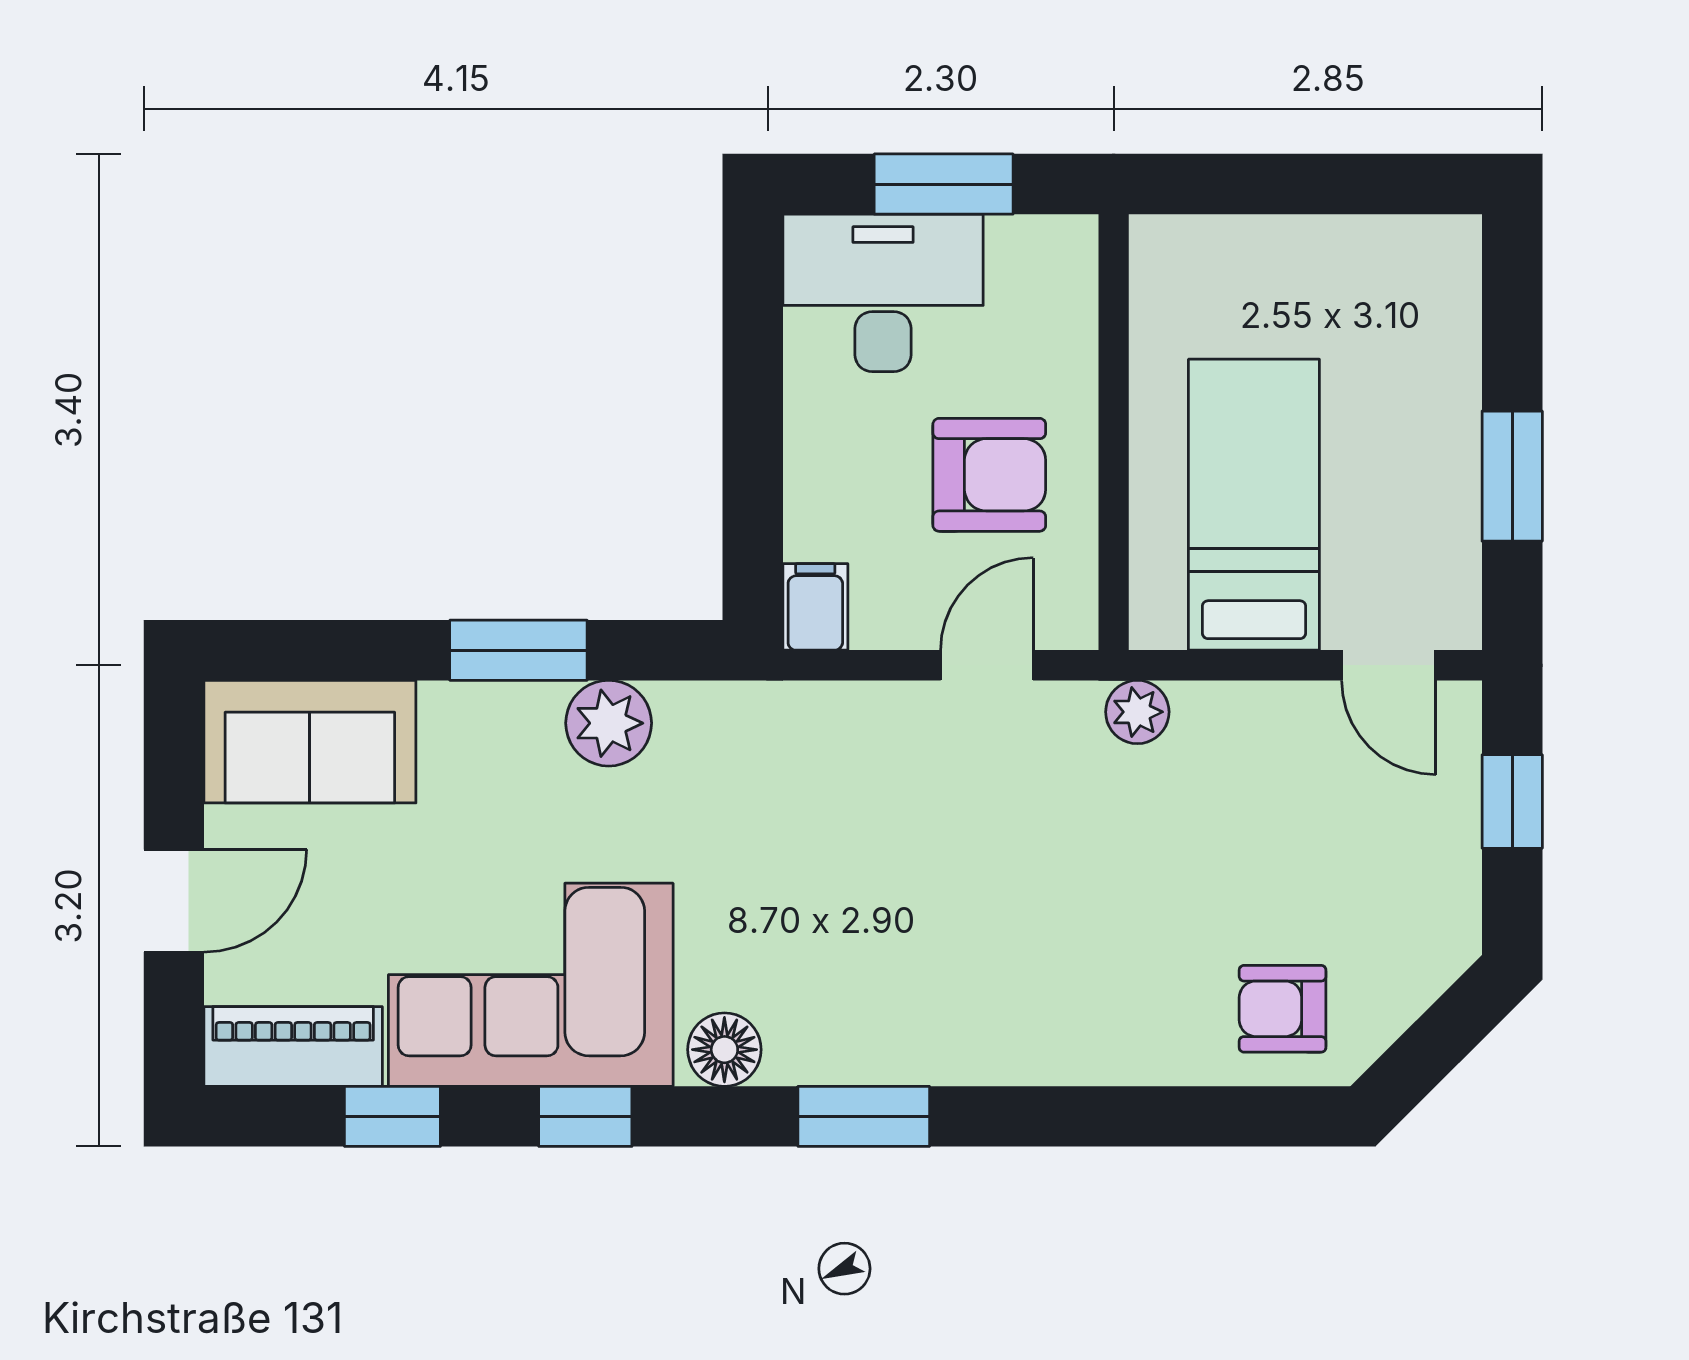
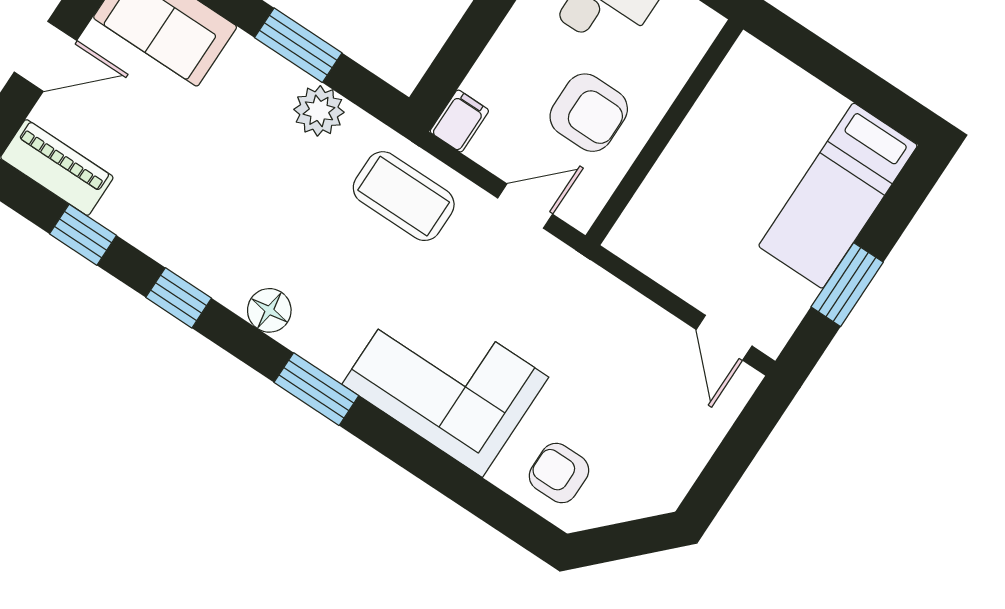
bed: (1254, 505) -> (838, 196), moved, turned 180
plant: (1137, 712) -> (584, 279), removed
coffee table: (807, 764) -> (404, 196), added
window: (1512, 802) -> (741, 446), removed
corner sofa: (531, 985) -> (445, 381), moved

